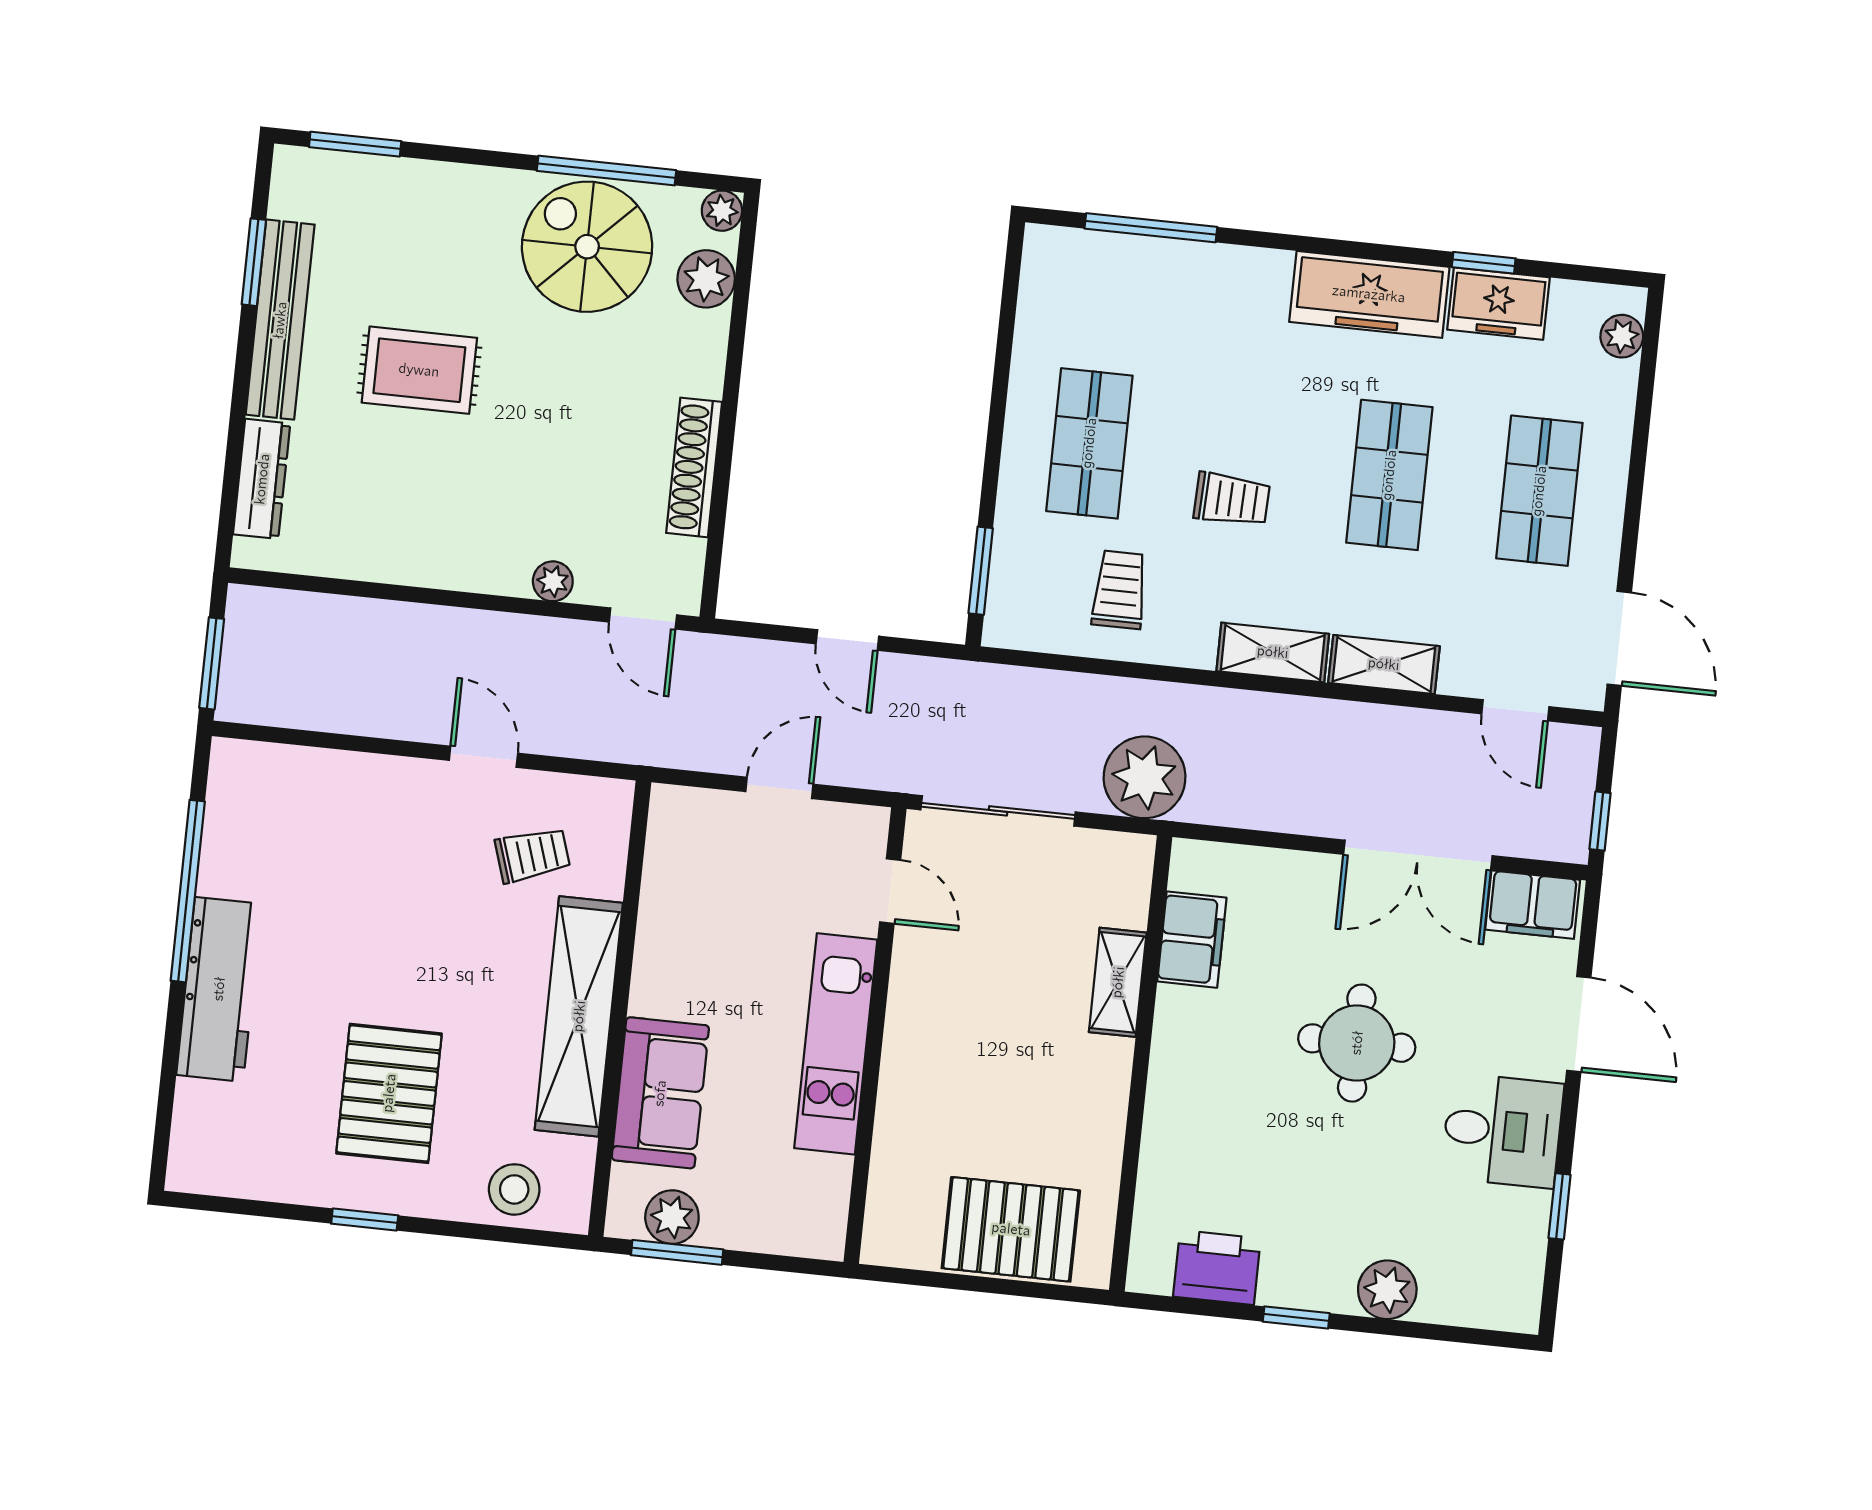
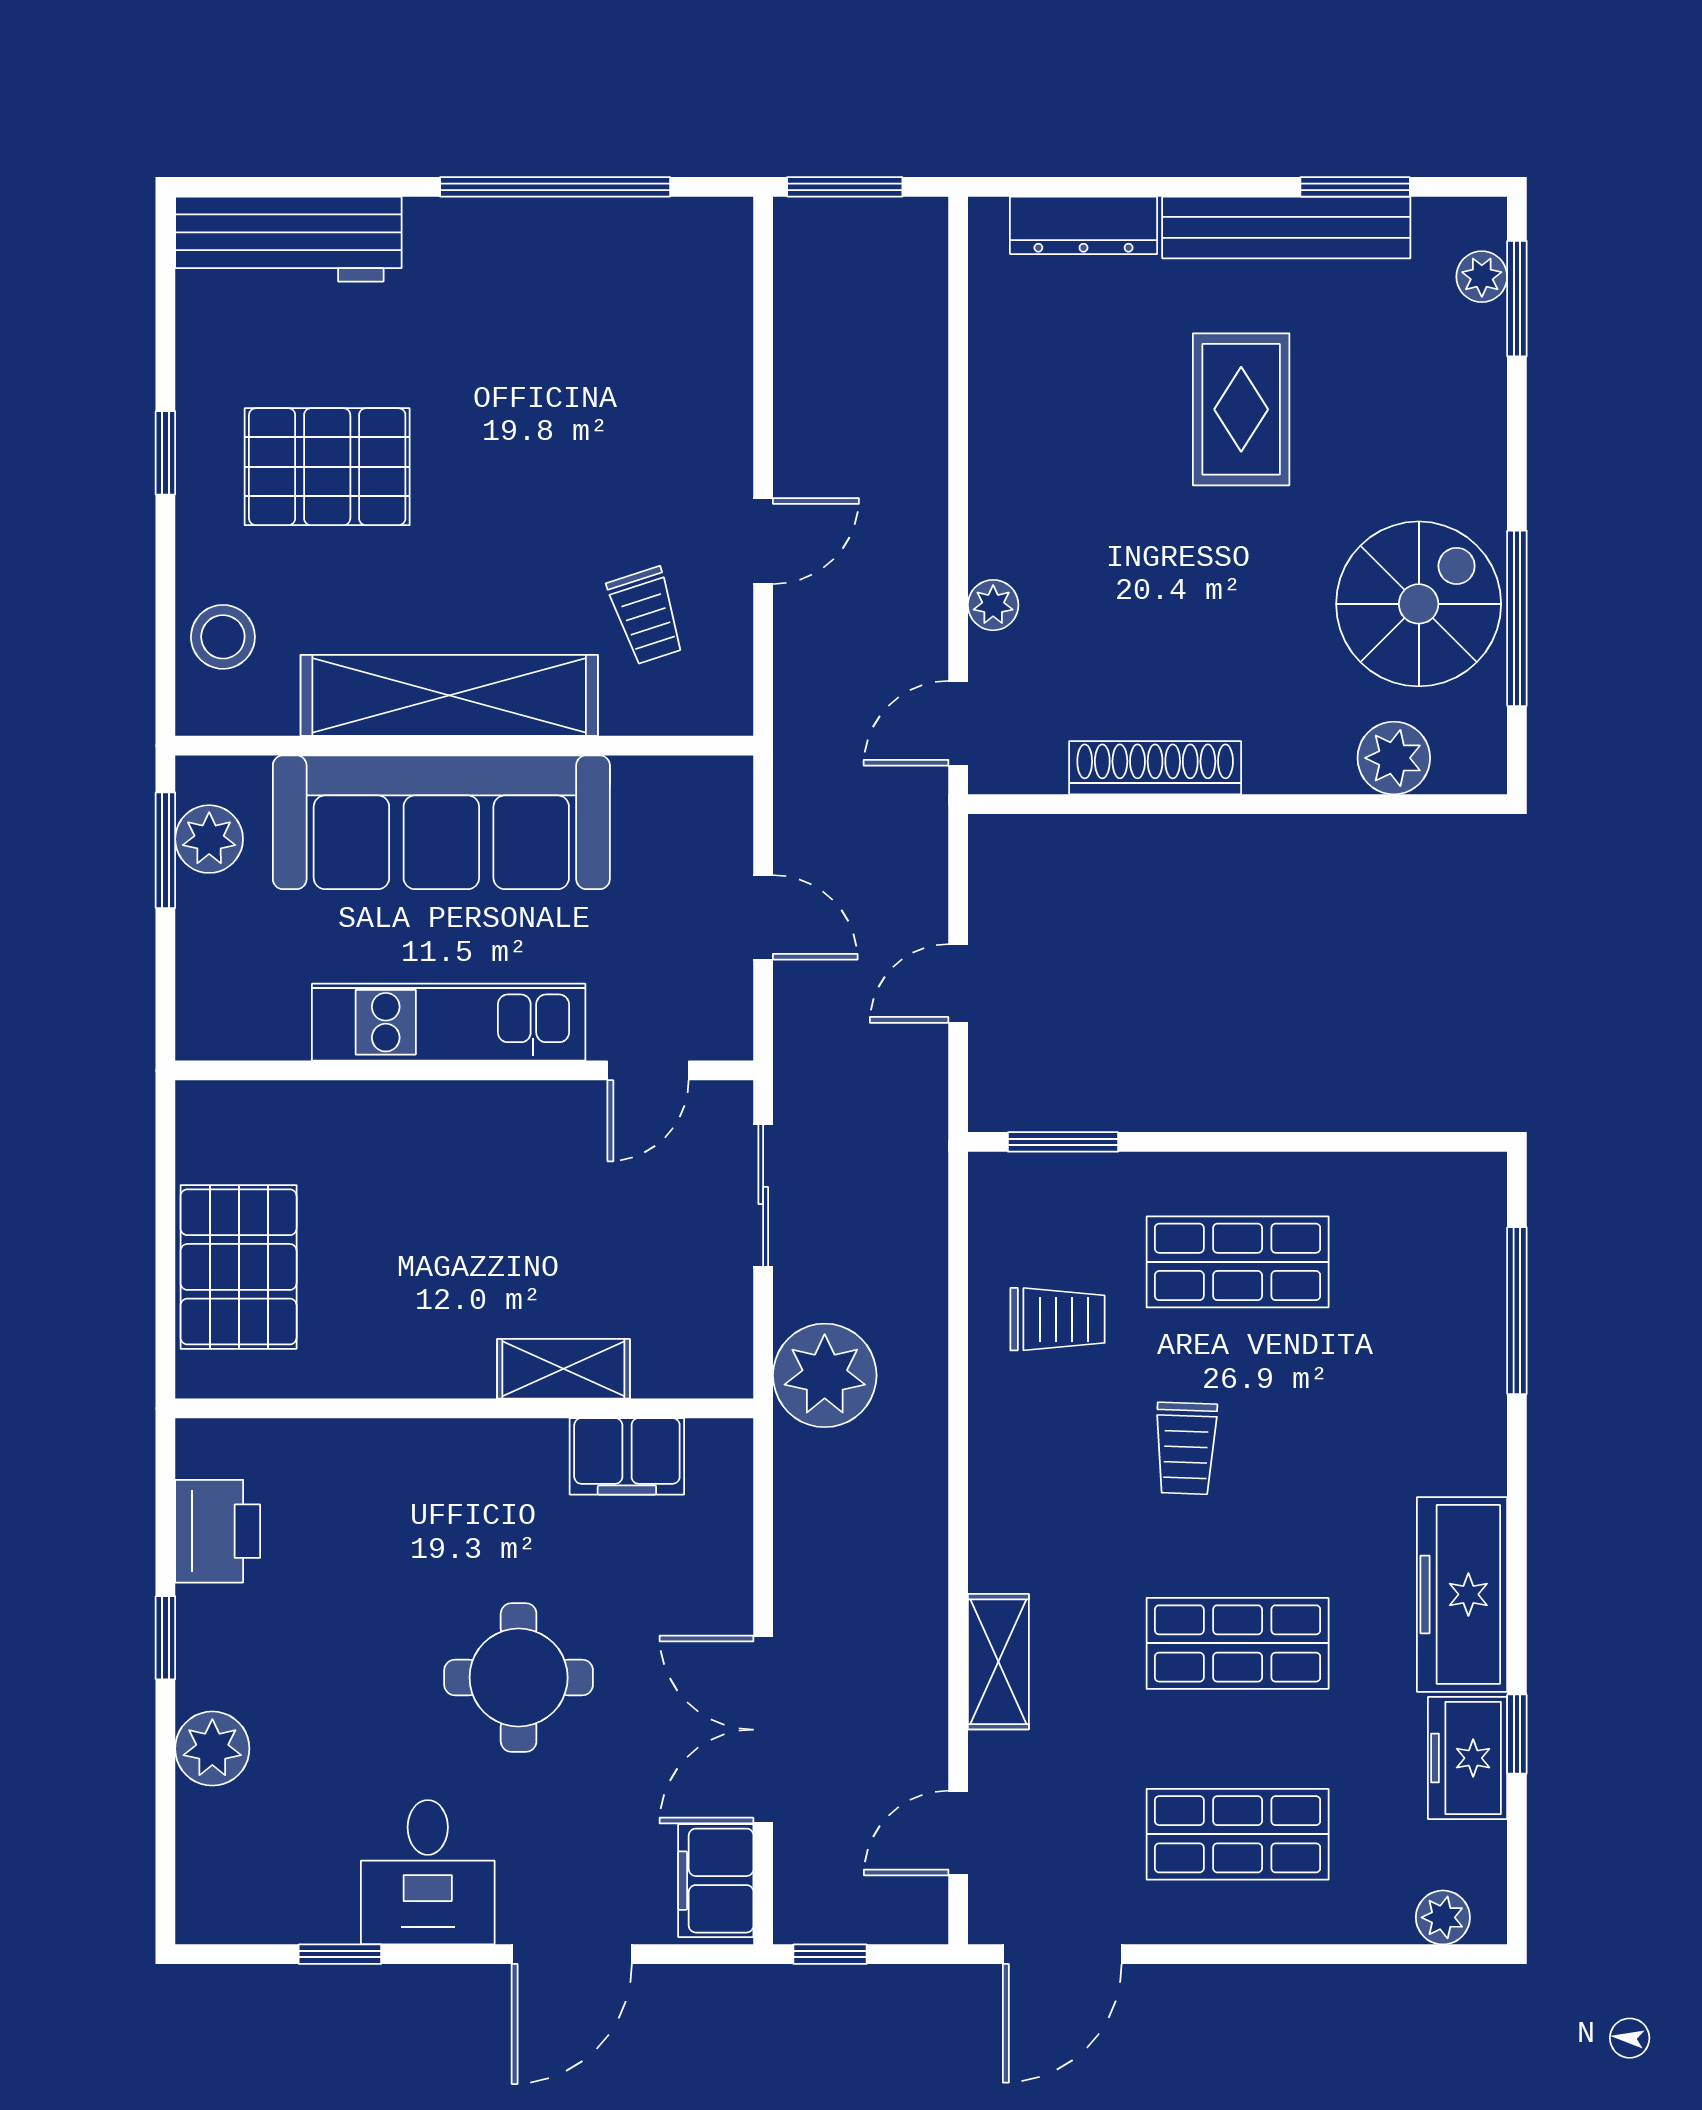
plant: (722, 211) -> (1482, 277), moved
shelving: (1273, 652) -> (999, 1520), removed
sliding door: (998, 811) -> (763, 1196), width x0.73
workbench: (219, 989) -> (288, 239), moved
sofa: (660, 1093) -> (441, 822), width x1.85, depth x1.27

